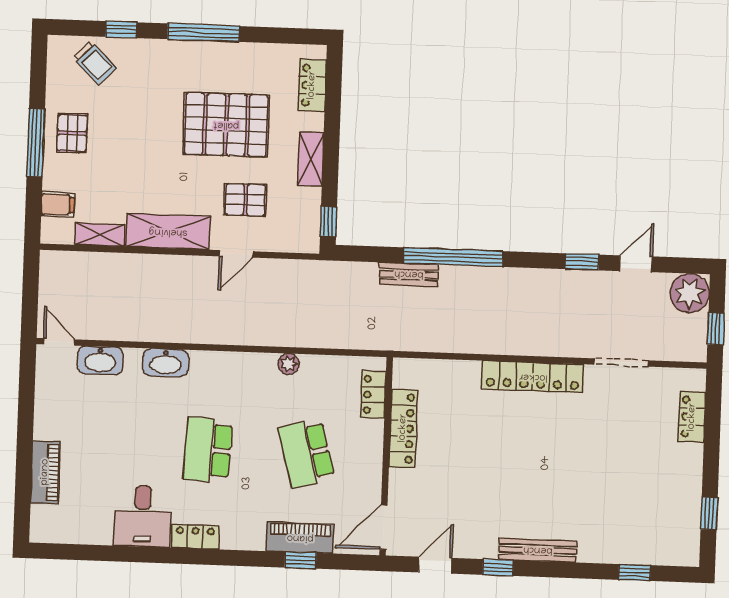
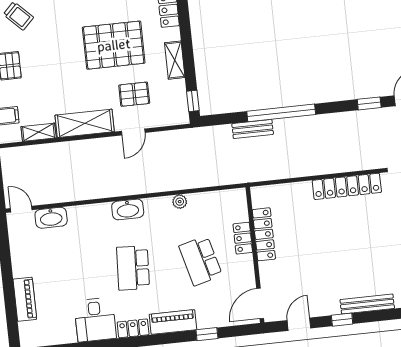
washbasin: (166, 363) -> (128, 209), moved
locker: (373, 395) -> (243, 238), moved
piano: (300, 538) -> (173, 322), moved

